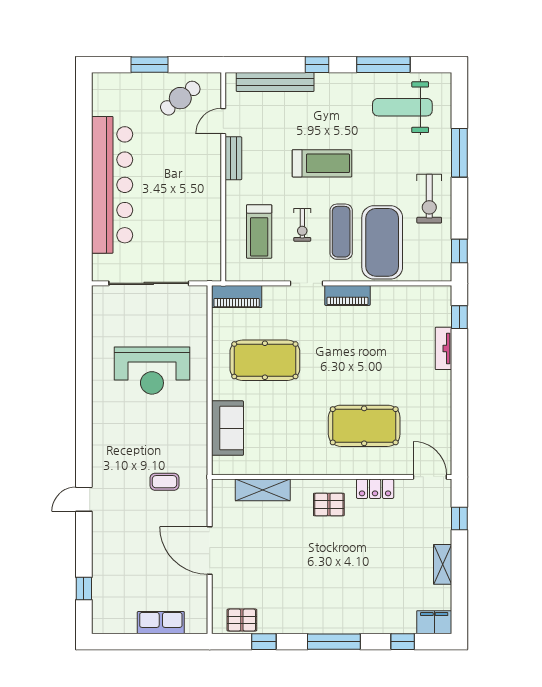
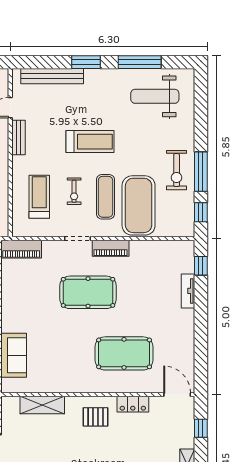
window: (317, 65) -> (86, 62), width x1.50
window: (459, 153) -> (201, 172), moved
treadmill: (259, 232) -> (39, 197), turned 180
pool table: (265, 360) -> (88, 292), moved

